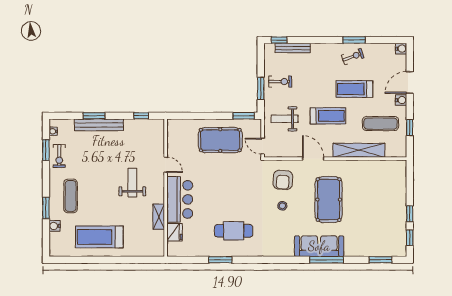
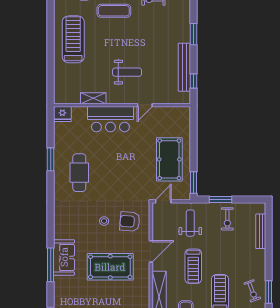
window: (279, 40) -> (269, 218), removed
bench: (99, 125) -> (184, 67), moved
fridge: (175, 232) -> (62, 114), moved
sofa: (319, 246) -> (64, 257), width x0.73

